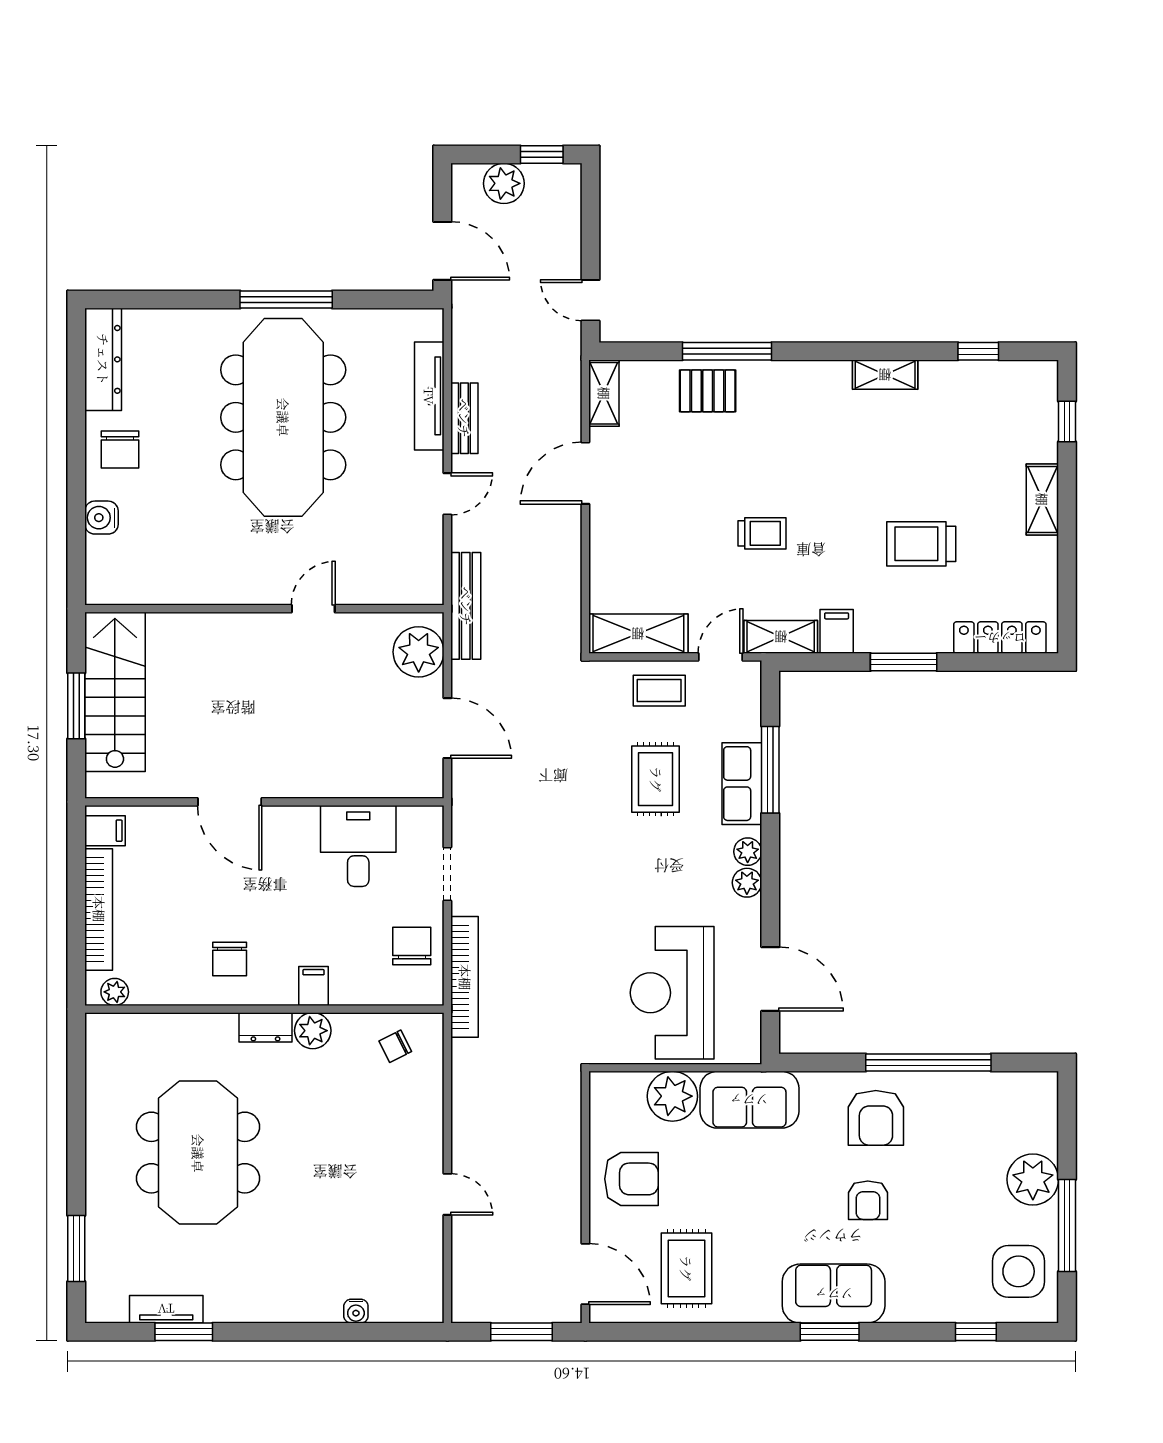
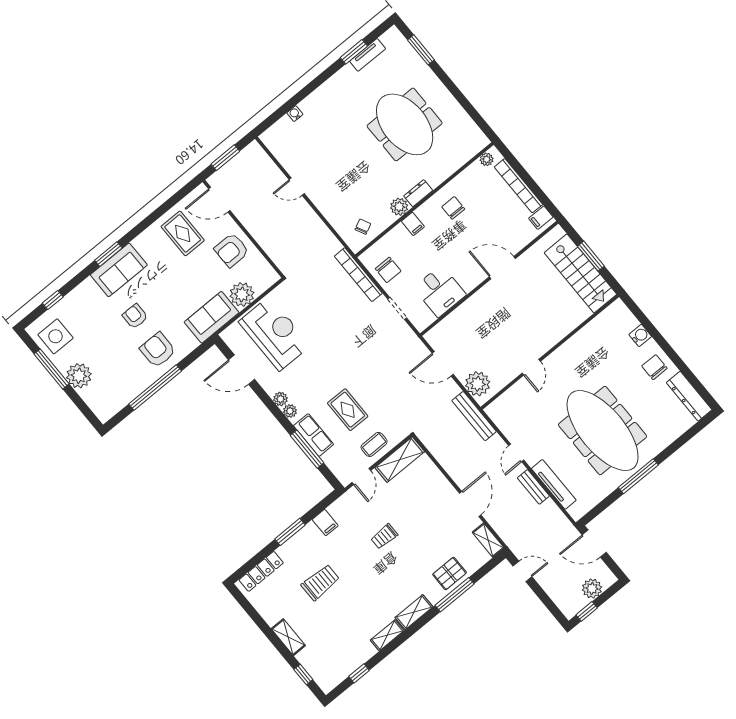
shelving: (781, 637) -> (414, 612), moved

